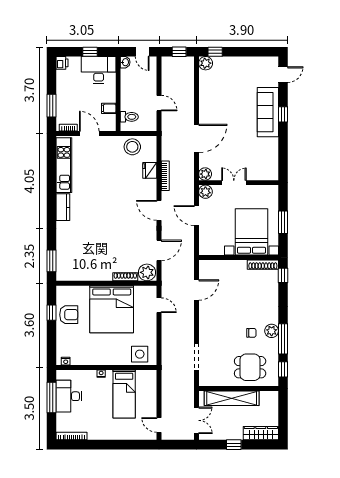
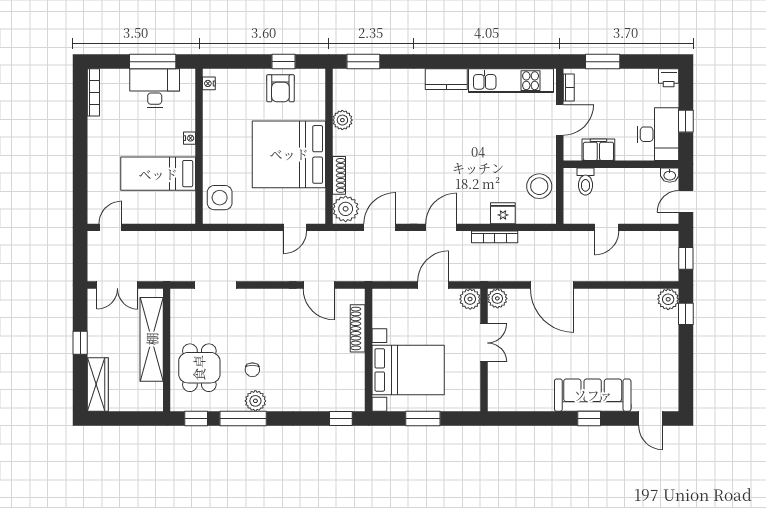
filing cabinet: (109, 108) -> (598, 150), width x2.00
door: (159, 250) -> (380, 227), swing flipped
shoe rack: (263, 265) -> (358, 328), moved
plant: (89, 274) -> (342, 120), added

